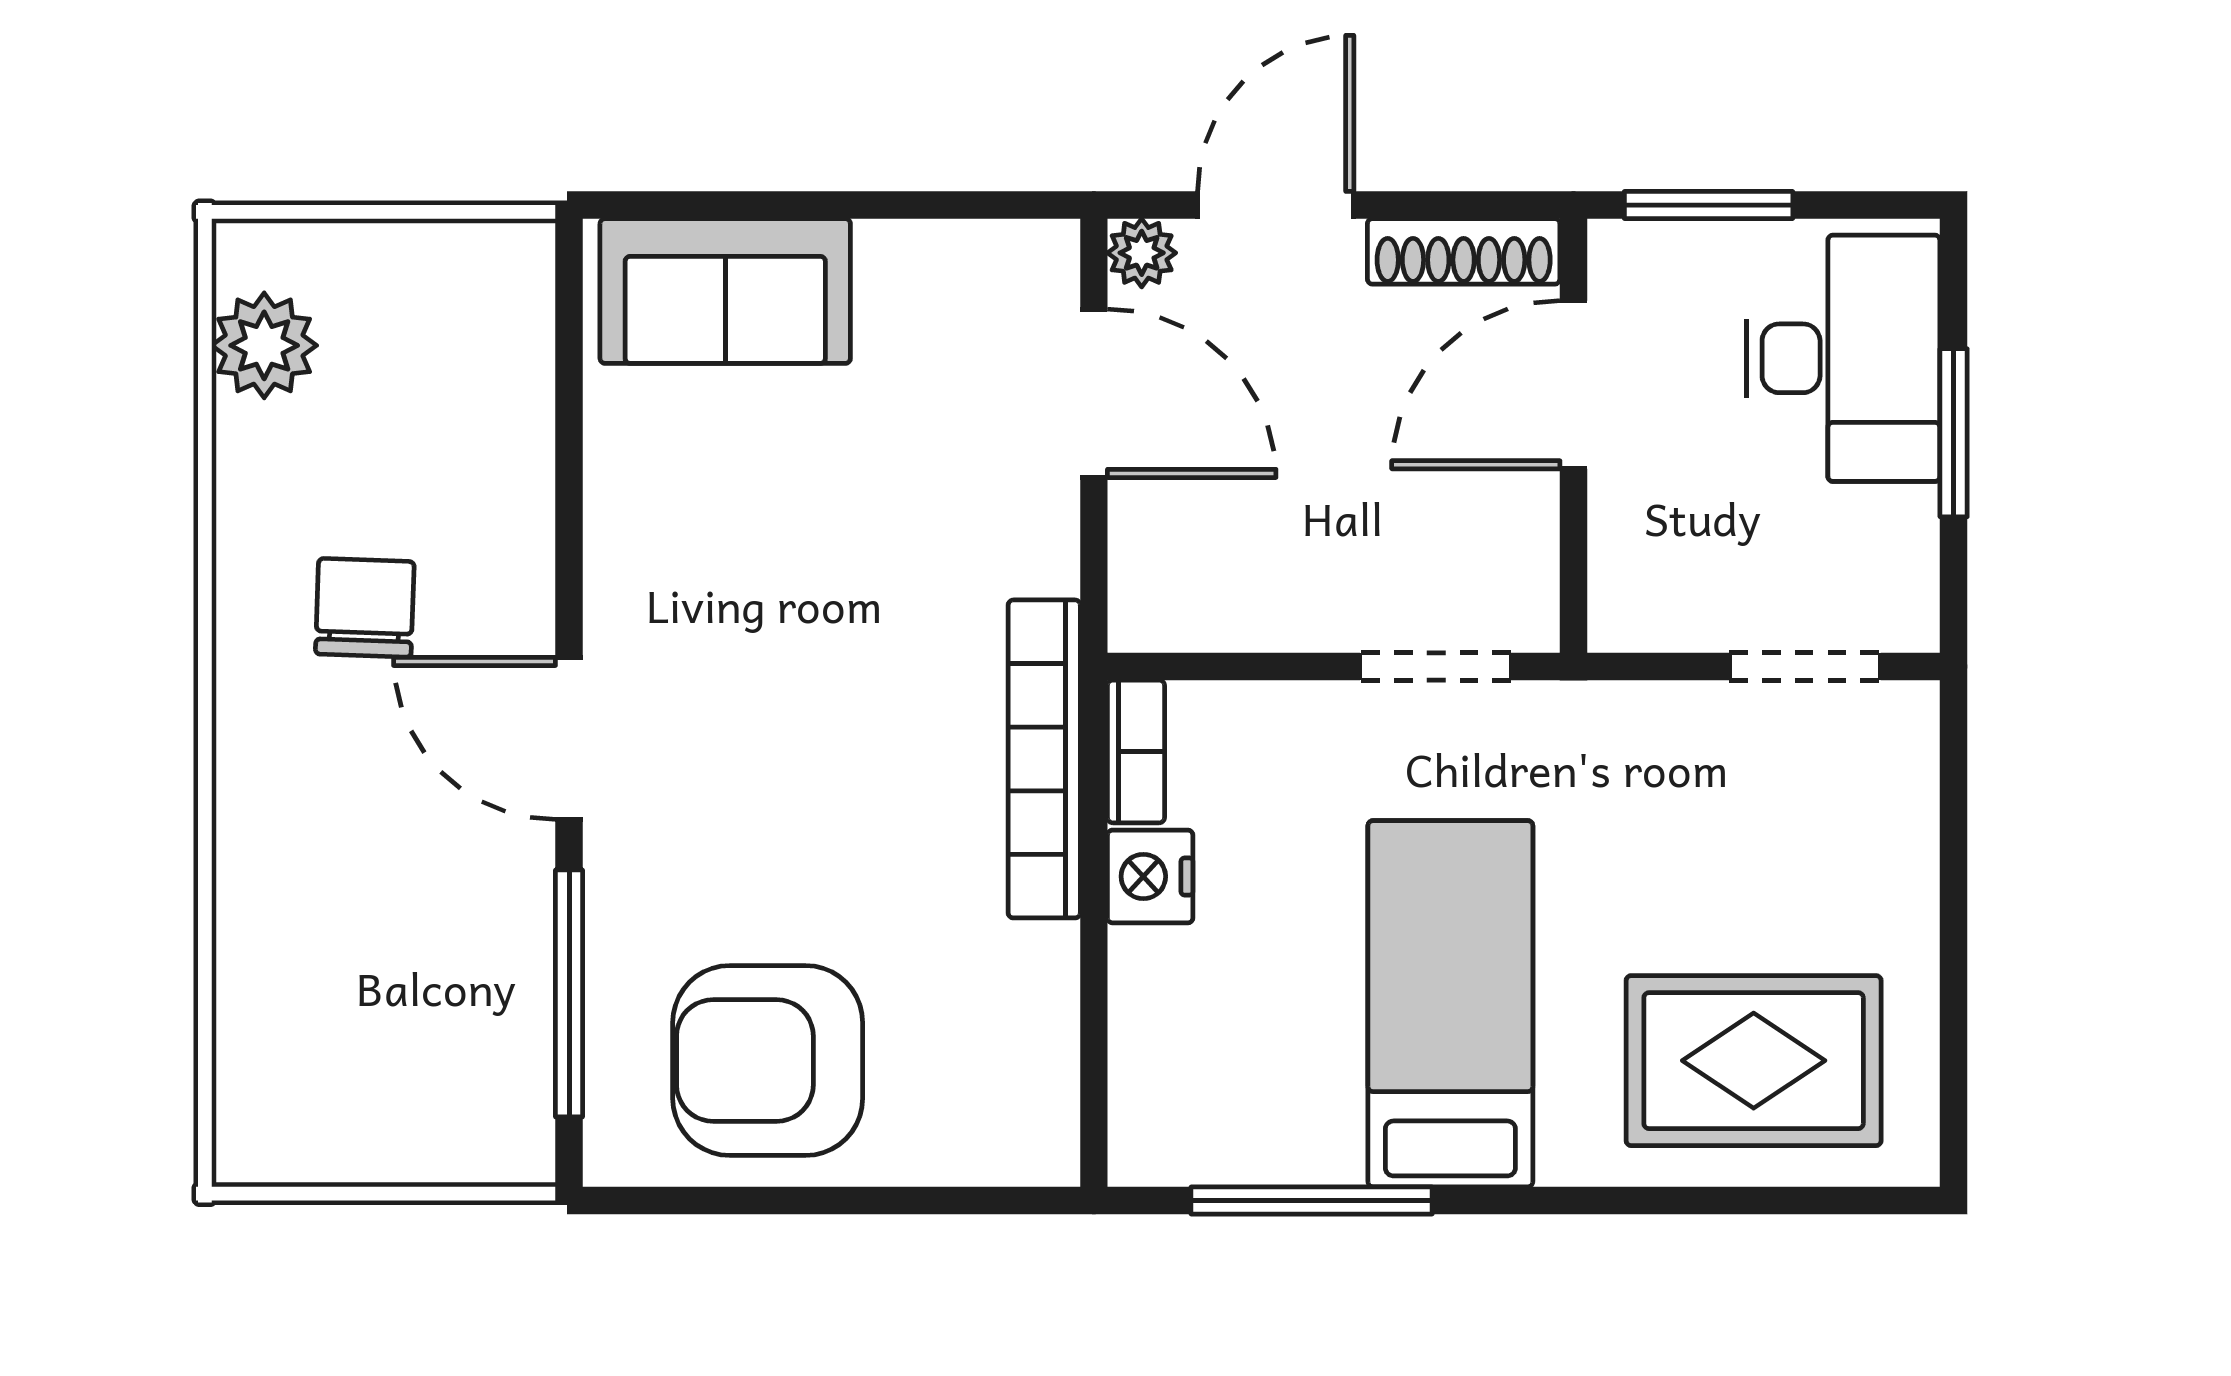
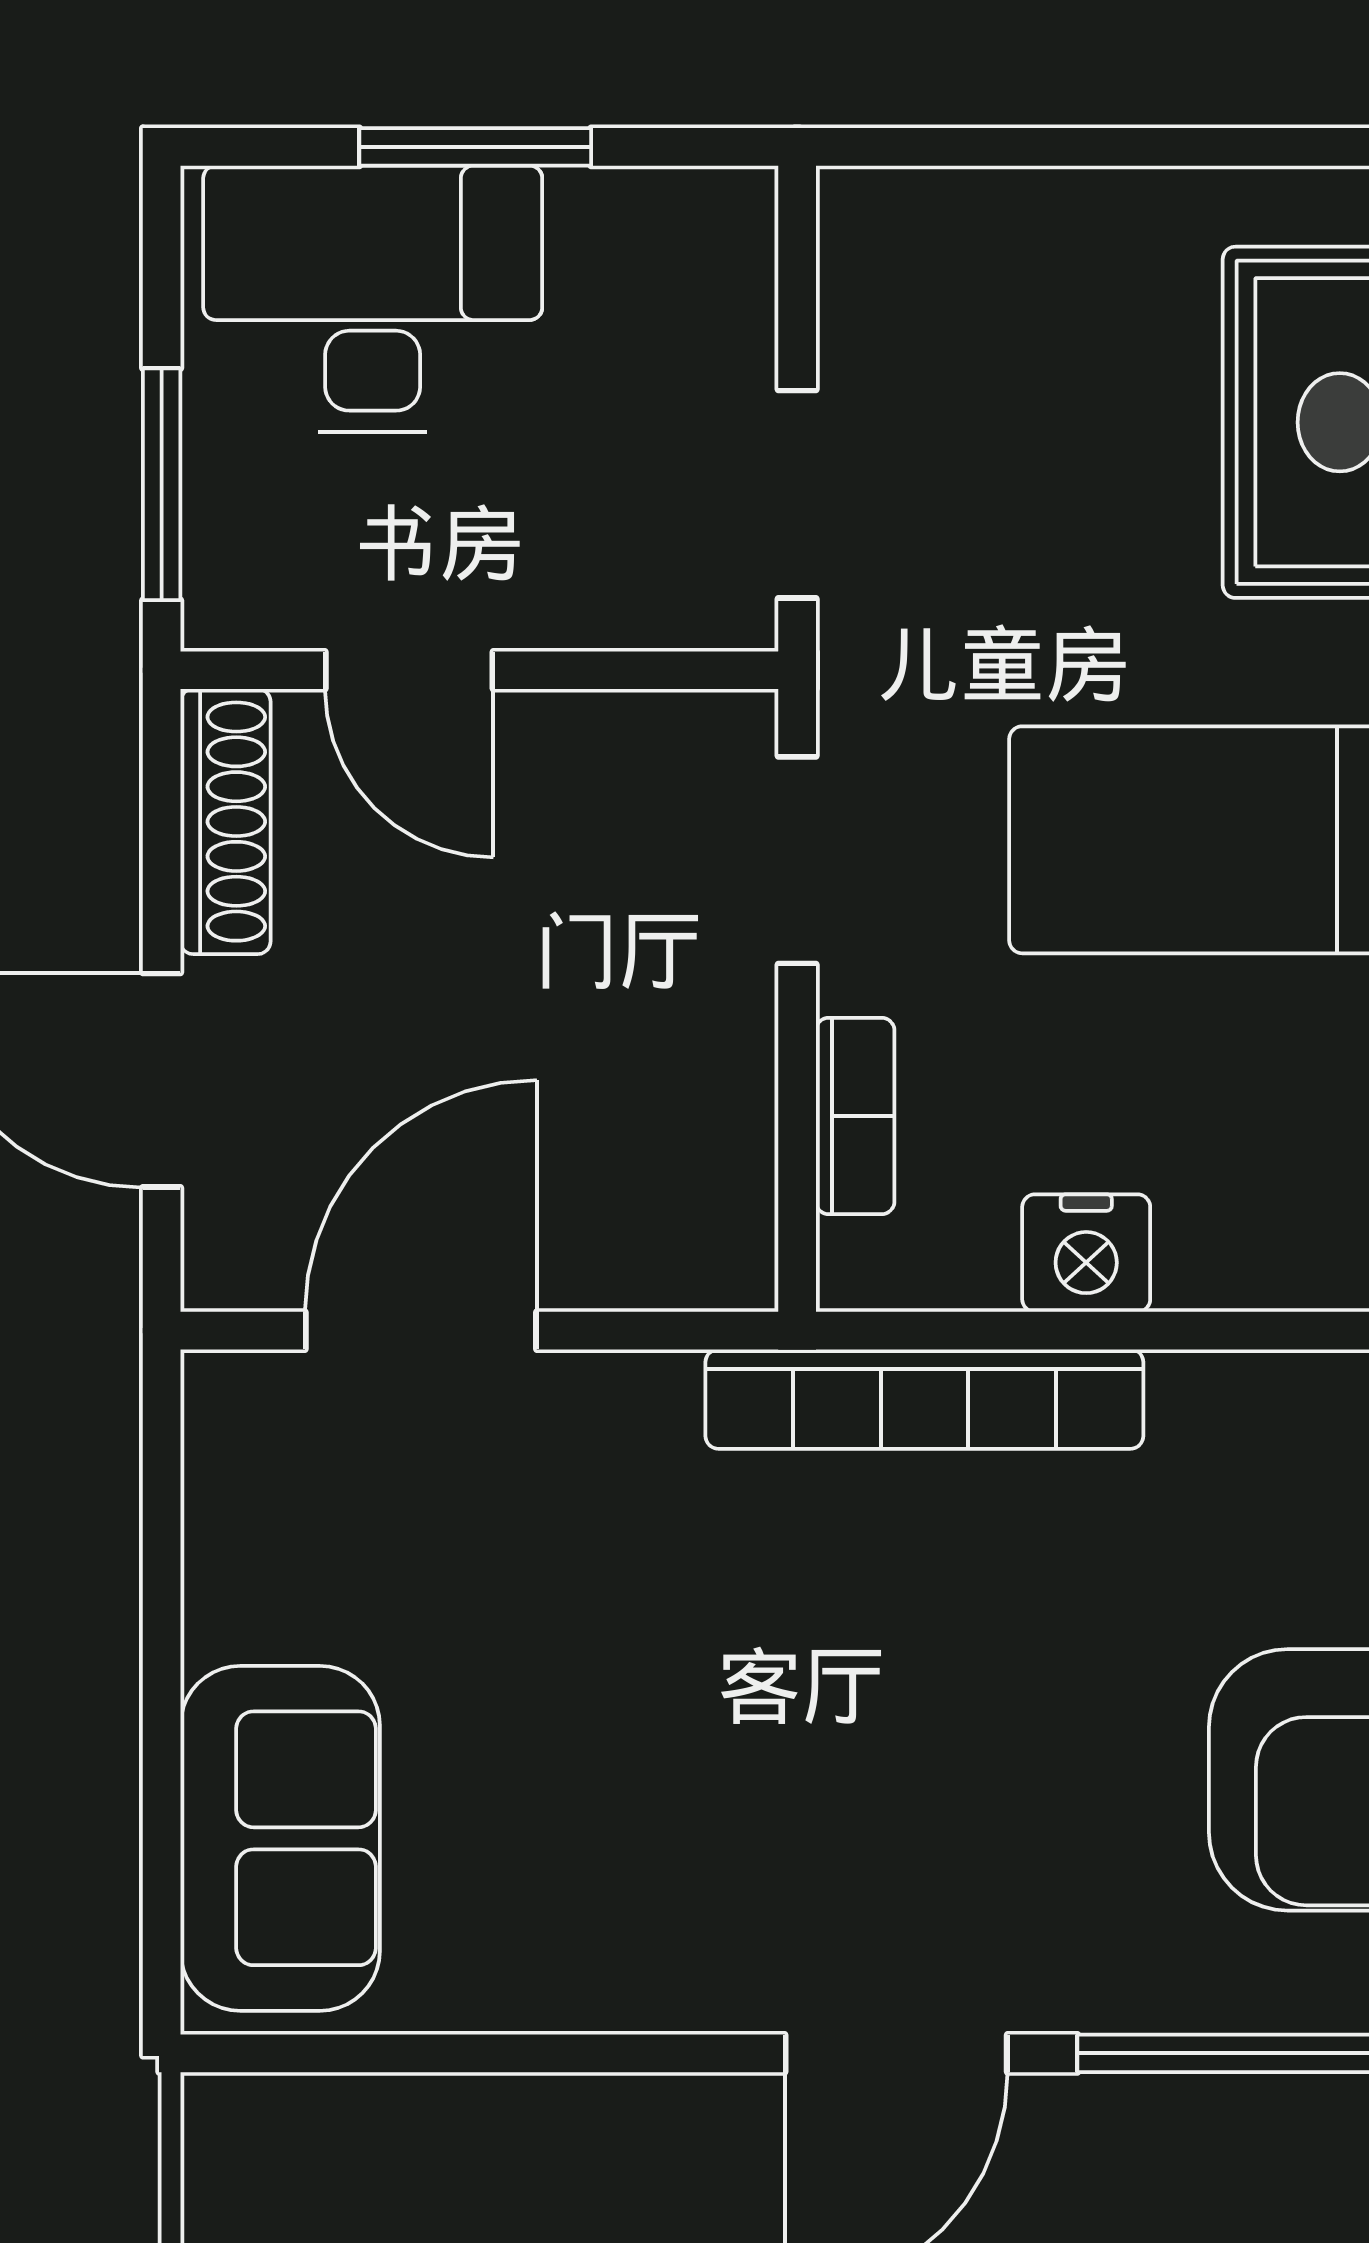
plant: (1142, 253) -> (227, 1265), removed
door: (1573, 385) -> (409, 670), width x0.73
doorway: (1805, 667) -> (797, 494), moved
bookcase: (1136, 751) -> (855, 1116), moved, turned 90

